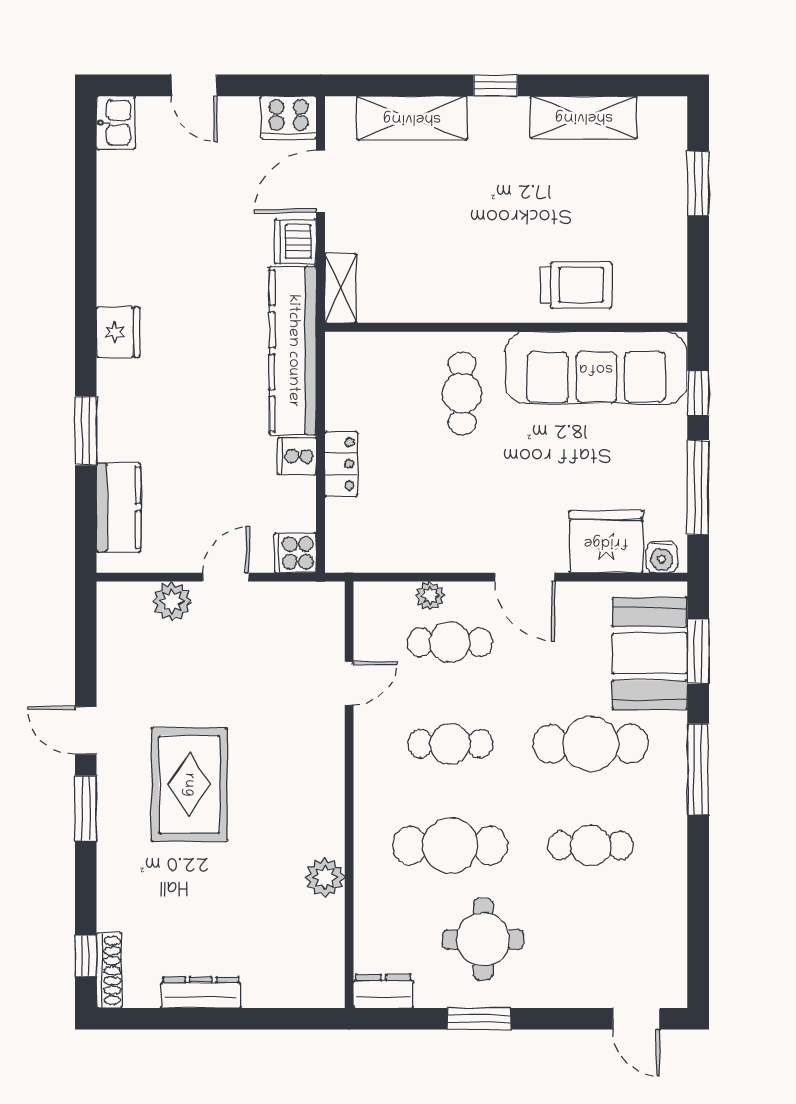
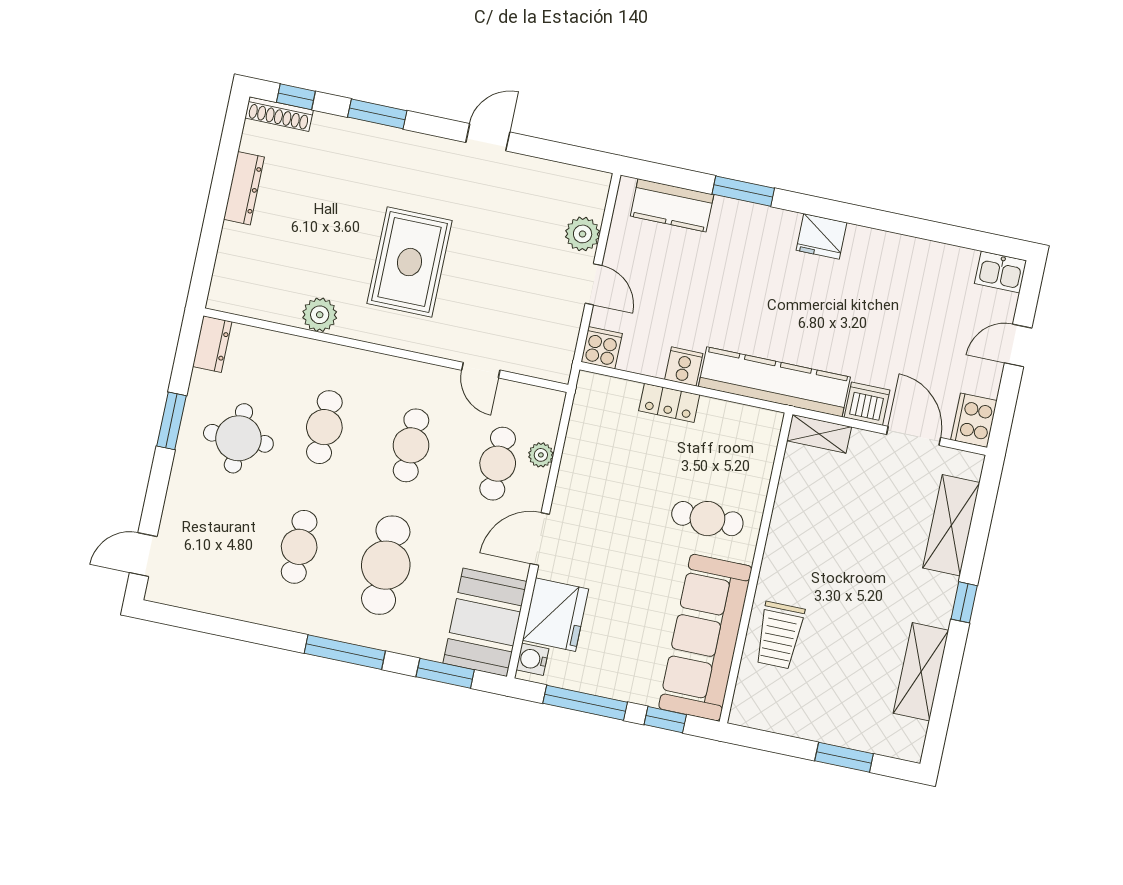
booth: (650, 653) -> (485, 622), moved, turned 90
rug: (189, 785) -> (410, 262), moved, turned 90
window: (86, 808) -> (377, 114), moved
cafe table: (450, 846) -> (324, 427), width x0.73, depth x0.74

